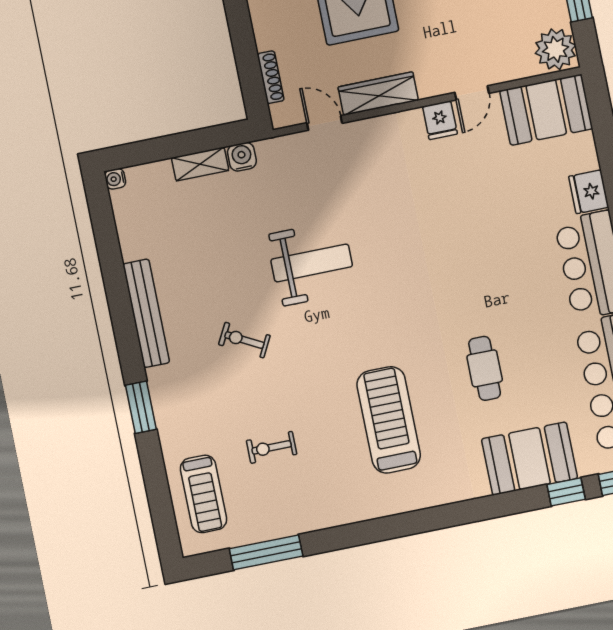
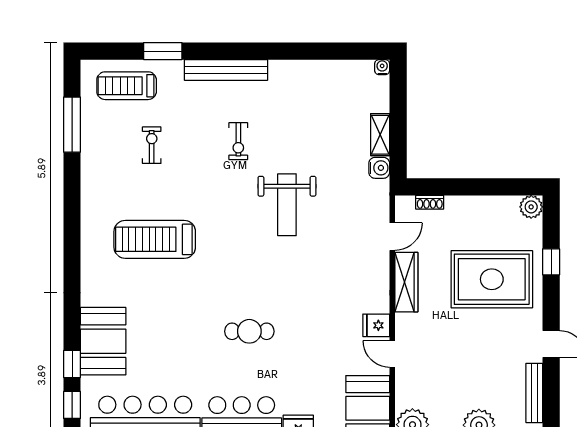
shoe rack: (271, 77) -> (430, 202), width x0.70
bench: (146, 313) -> (226, 70), moved
exercise bike: (244, 340) -> (238, 141), turned 152
cafe table: (485, 368) -> (249, 331), moved
window: (141, 407) -> (163, 51), moved
treadmill: (389, 420) -> (155, 239), turned 180

